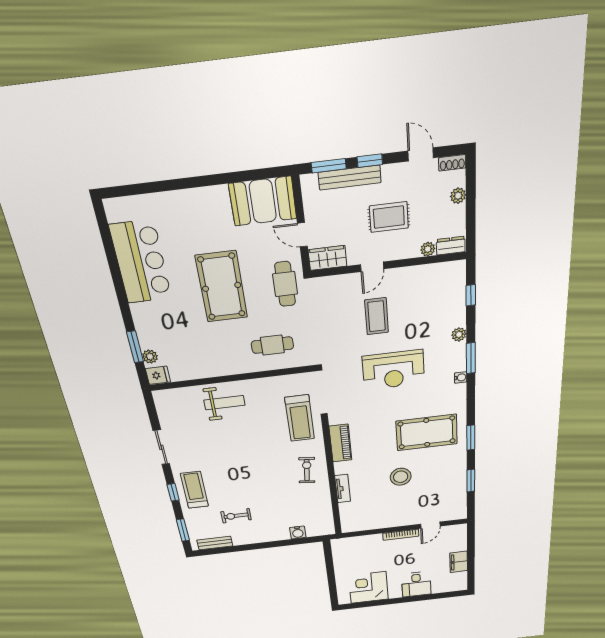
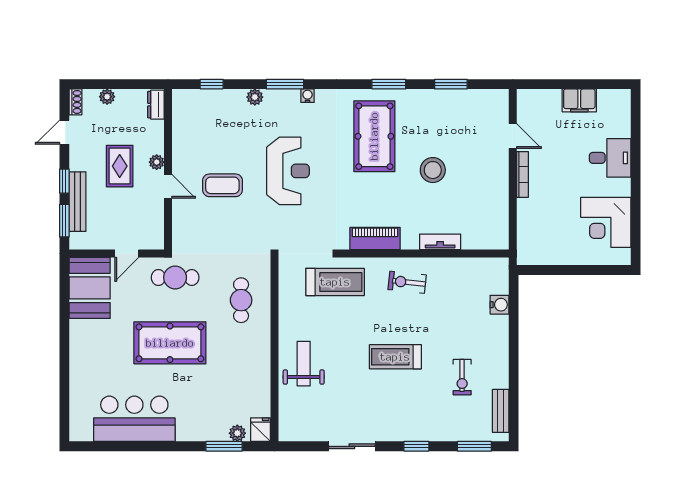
plant: (428, 249) -> (157, 162), moved
wardrobe: (328, 258) -> (153, 231), removed
treadmill: (194, 490) -> (395, 357), moved

